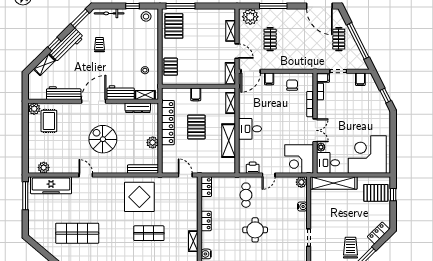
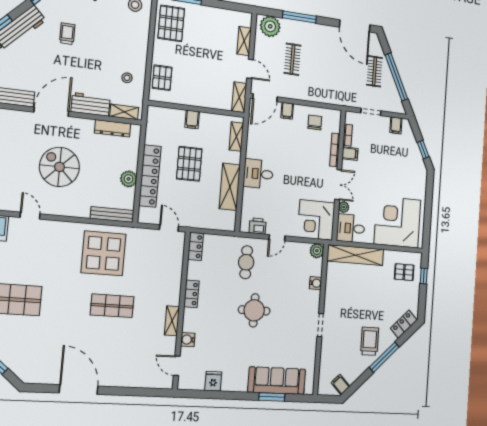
filing cabinet: (323, 78) -> (350, 154), moved
locker: (168, 123) -> (150, 176), moved
pallet: (376, 193) -> (404, 272), width x0.67, depth x0.71

